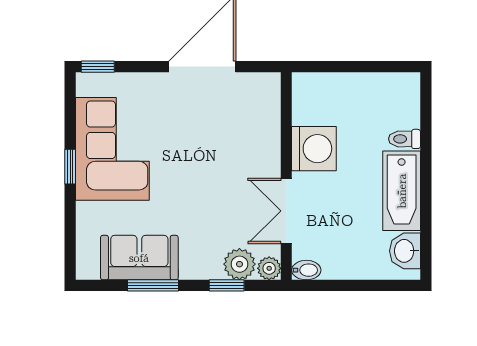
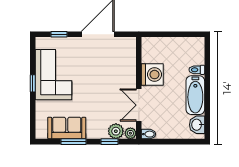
window: (98, 67) -> (59, 34), moved

